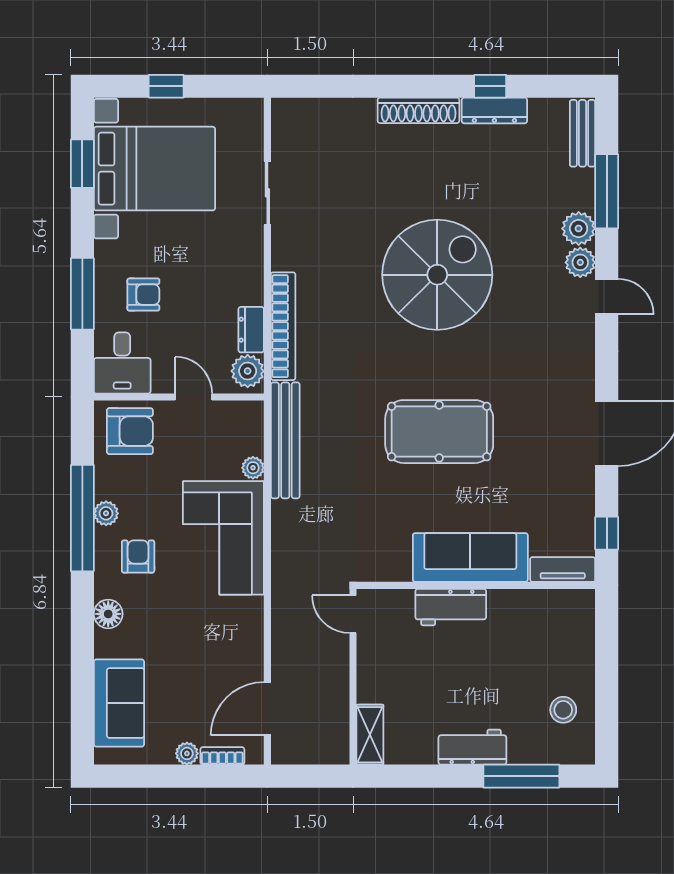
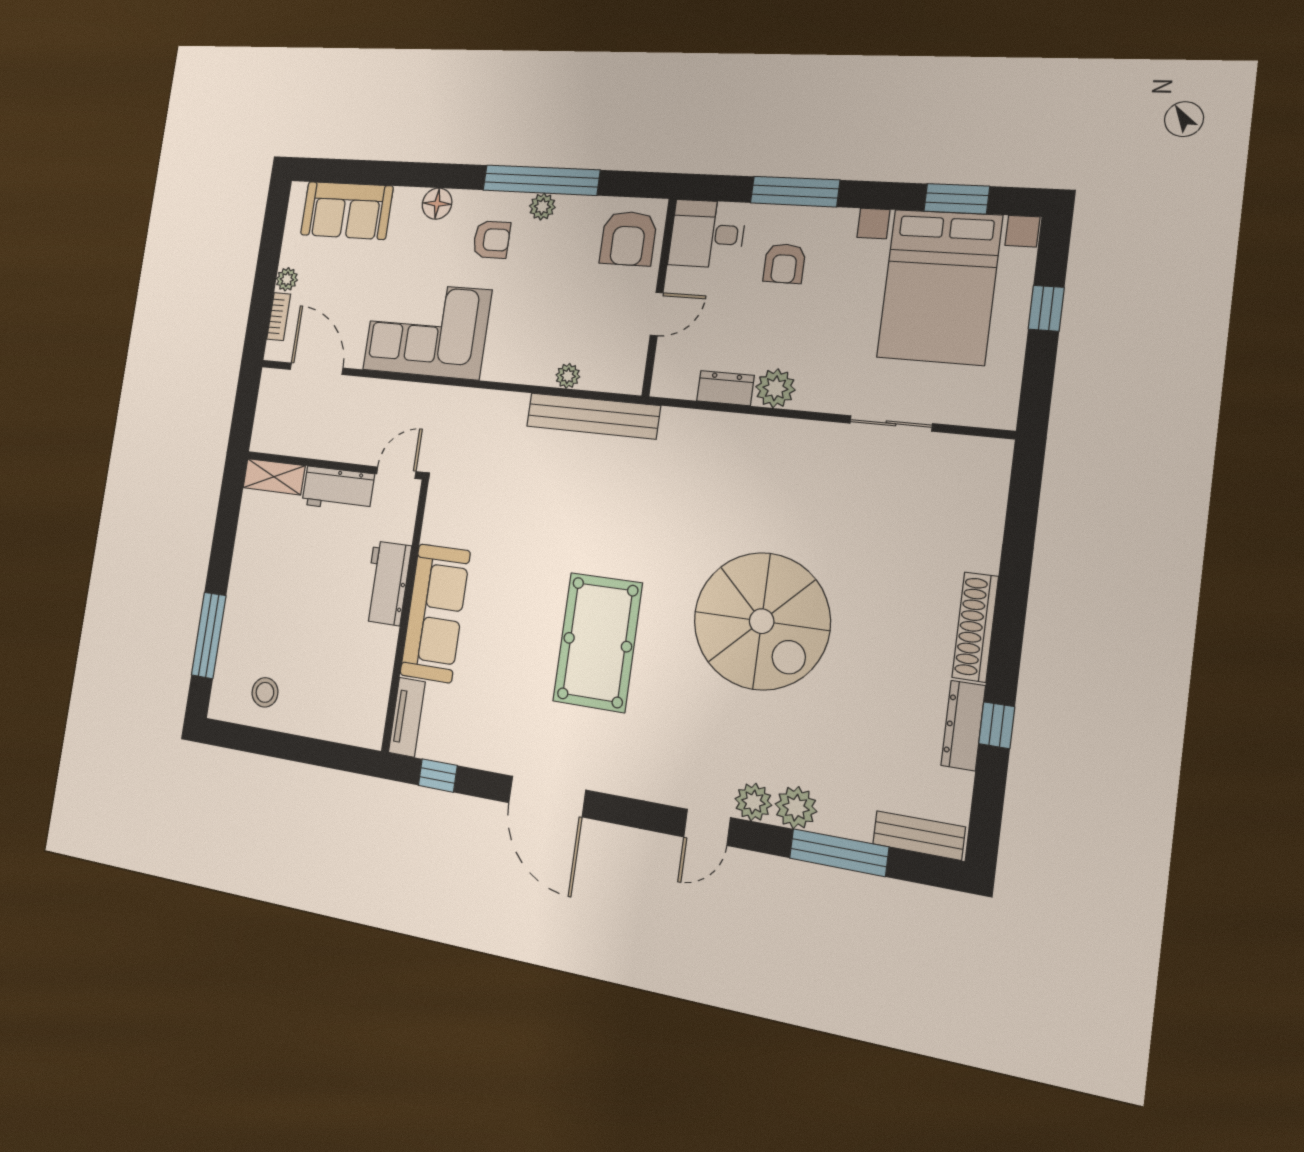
bookcase: (283, 326) -> (724, 426), removed
plant: (248, 371) -> (775, 388), moved
pool table: (439, 432) -> (598, 642), moved
corner sofa: (223, 538) -> (427, 330), moved
workbench: (472, 747) -> (338, 489), moved, turned 90

